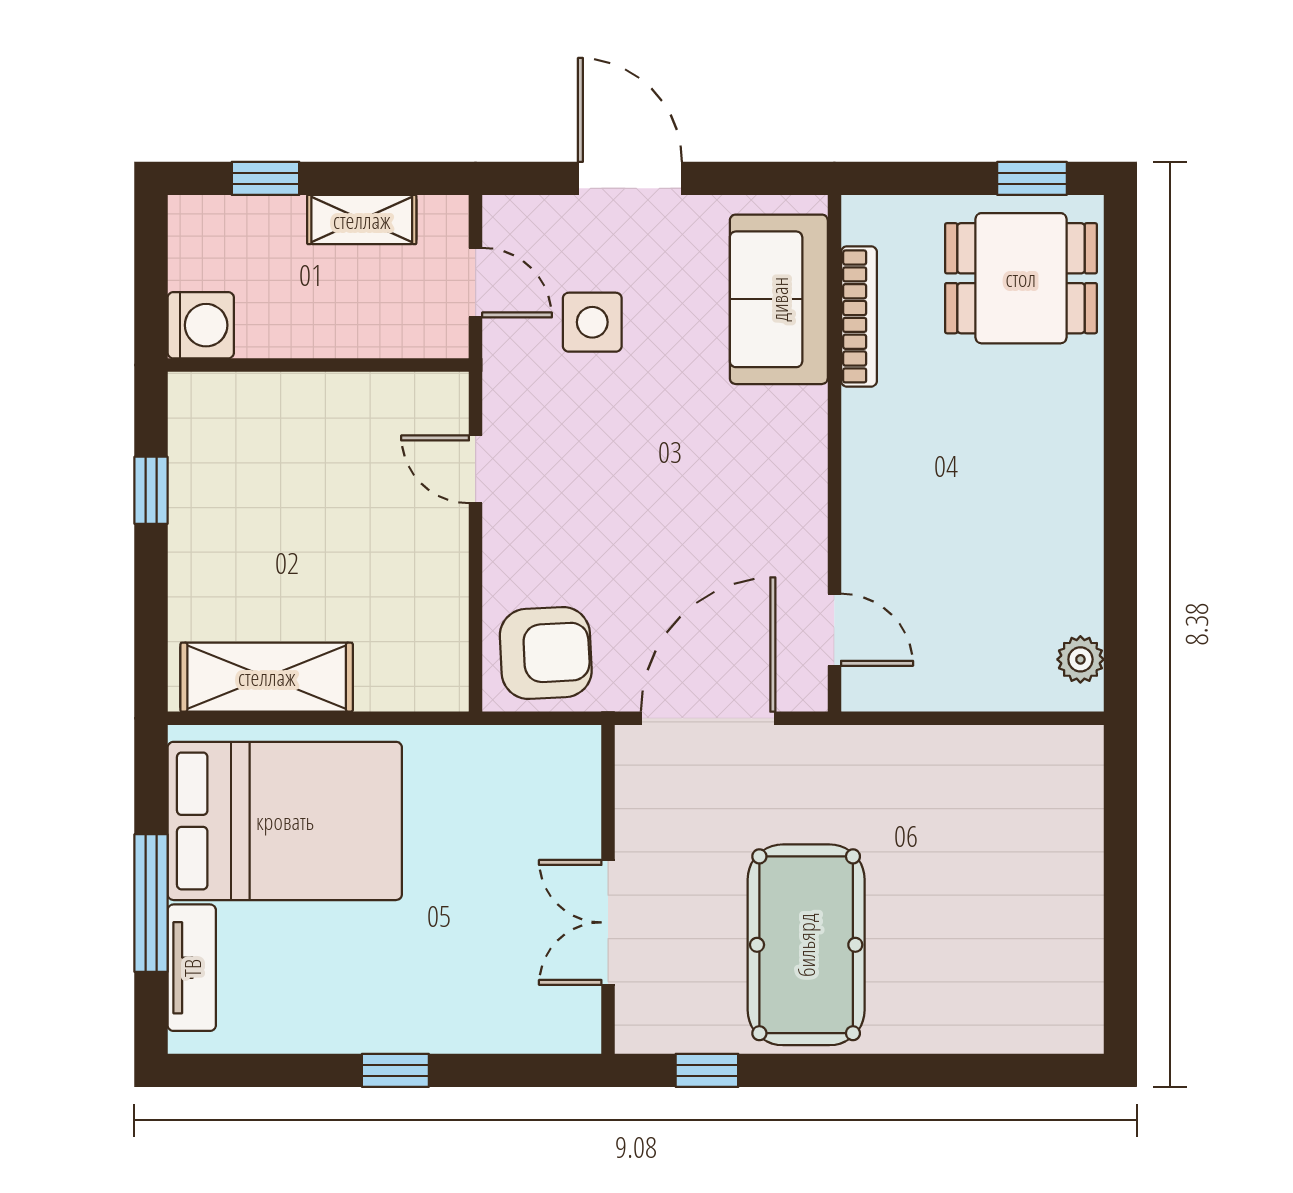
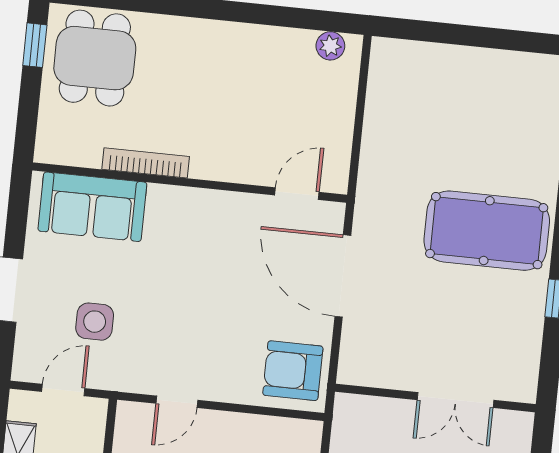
bookcase: (859, 316) -> (146, 163), moved
armchair: (546, 653) -> (293, 371), turned -87
wall: (608, 889) -> (435, 398), moved
double door: (608, 922) -> (455, 400), moved

